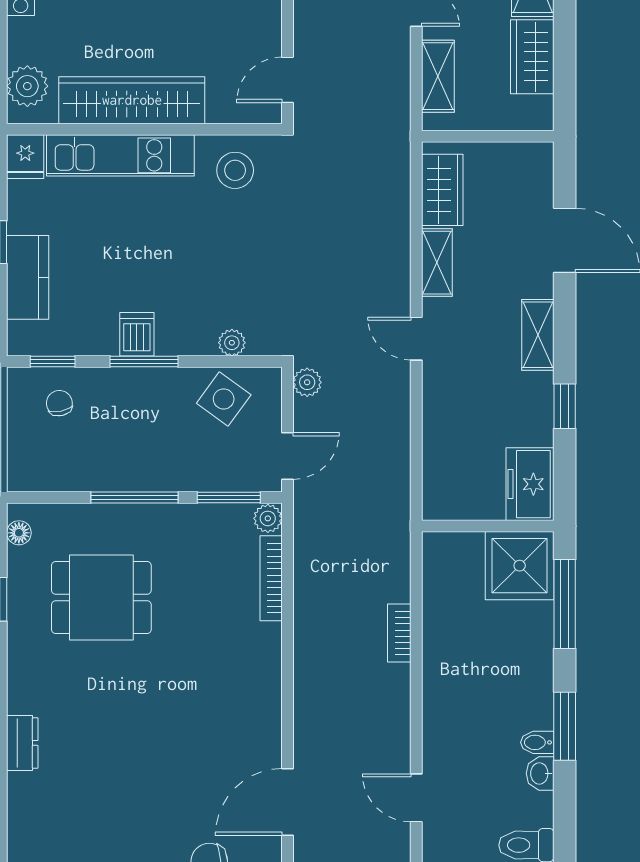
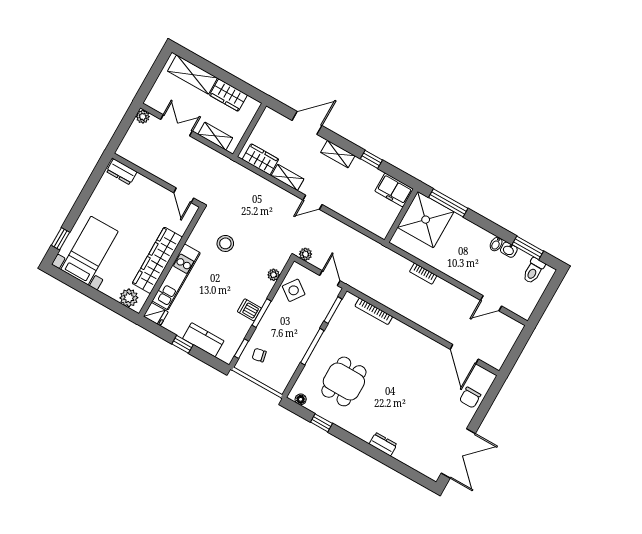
stool: (235, 170) -> (225, 243), moved
plant: (268, 518) -> (350, 299), removed
shower: (520, 566) -> (426, 220), width x1.37, depth x1.37
window: (565, 726) -> (528, 248), moved

